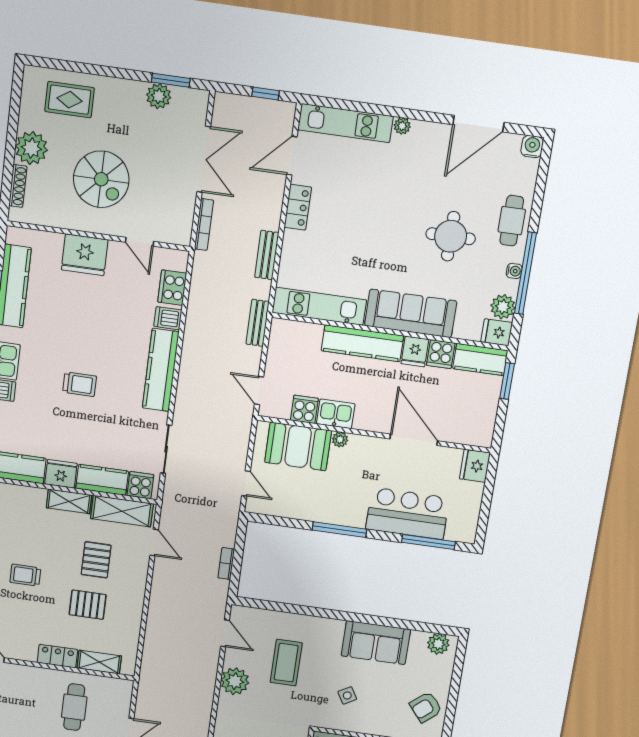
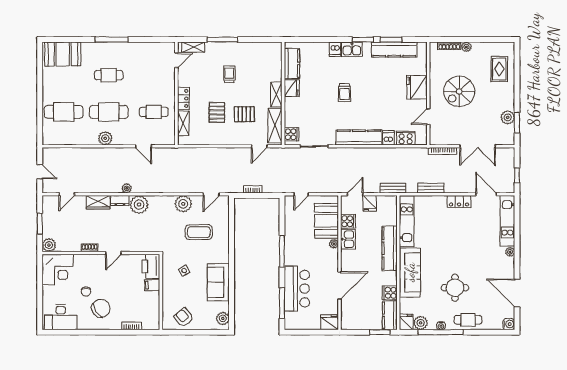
plant: (31, 148) -> (466, 47), width x0.53, depth x0.53
fridge: (415, 352) -> (370, 203), moved, turned -90
kitchen counter: (102, 480) -> (292, 112), removed

